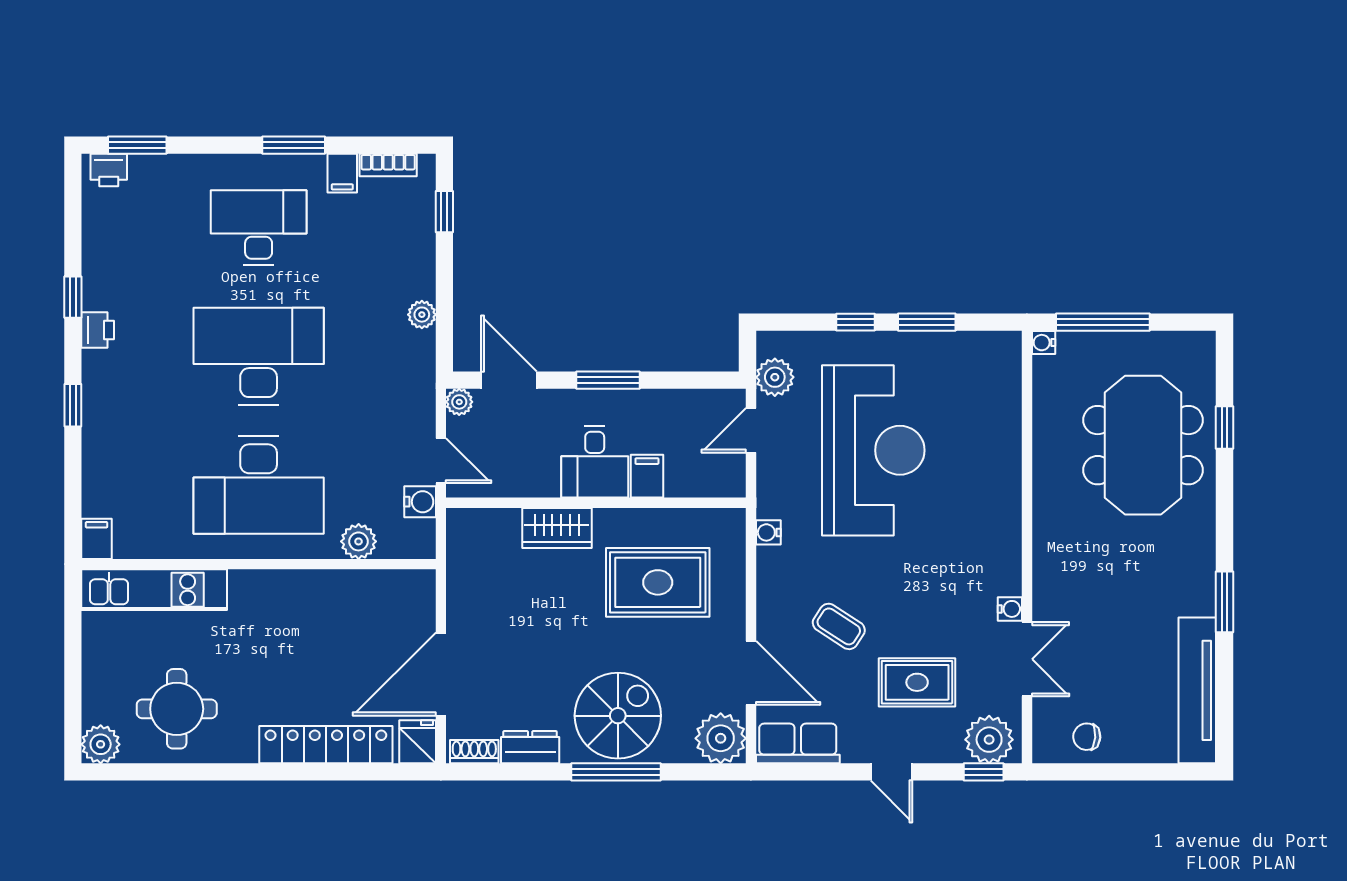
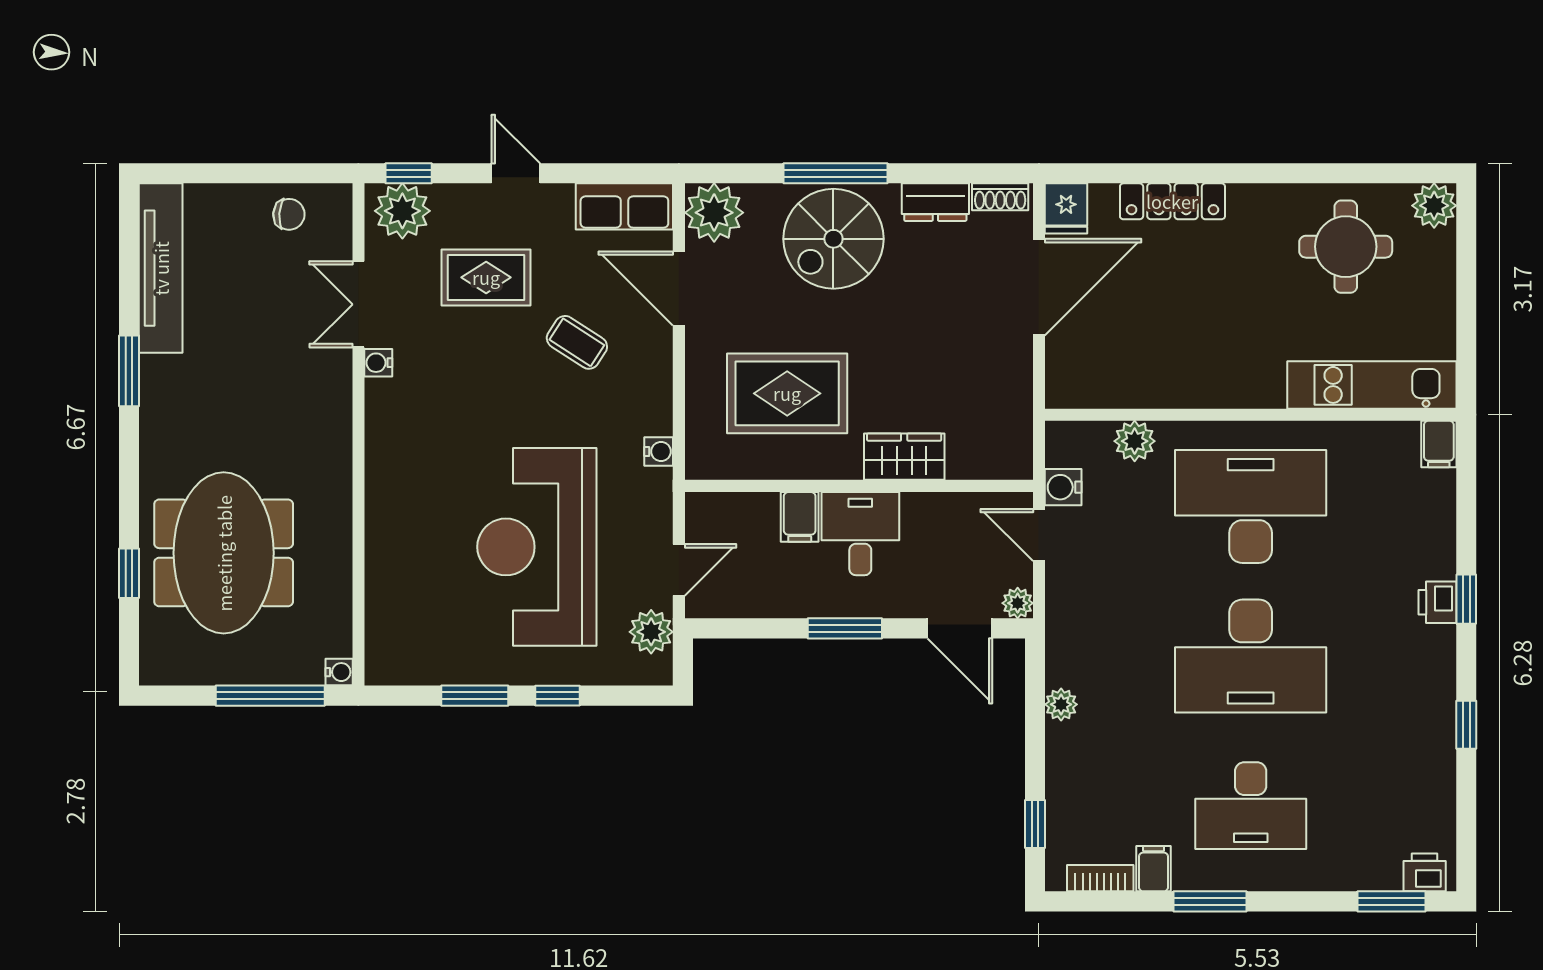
printer: (98, 330) -> (1437, 602), moved
locker: (326, 745) -> (1172, 201), width x0.71, depth x0.83

